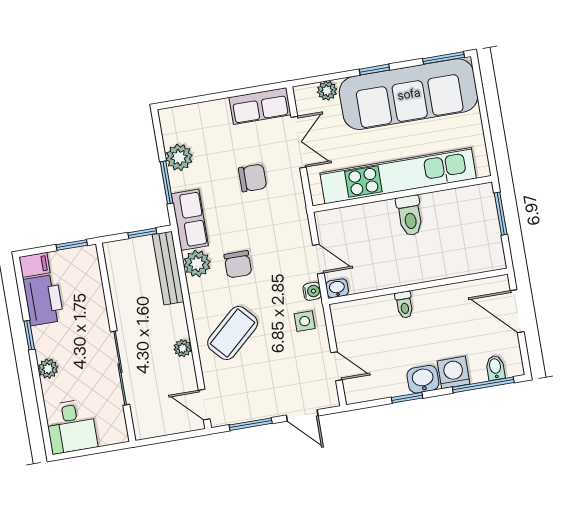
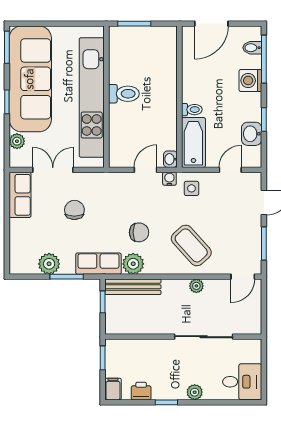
printer: (43, 300) -> (141, 391), width x0.53, depth x0.68
bathtub: (363, 314) -> (193, 142), added
washbasin: (423, 379) -> (252, 134), moved

